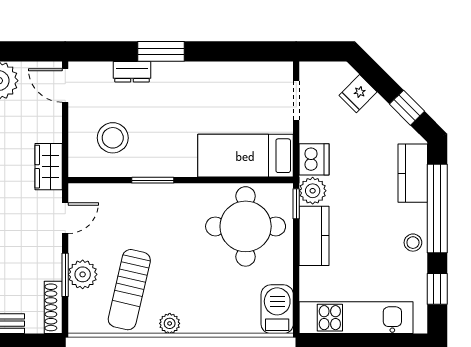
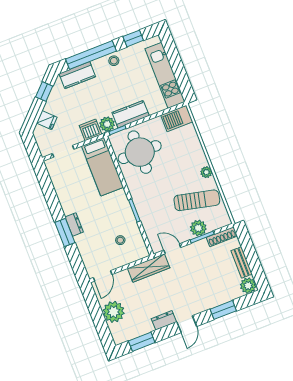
dresser: (132, 72) -> (74, 225), moved
stool: (113, 138) -> (120, 240), width x0.53, depth x0.53
wardrobe: (49, 167) -> (149, 268), width x1.50

